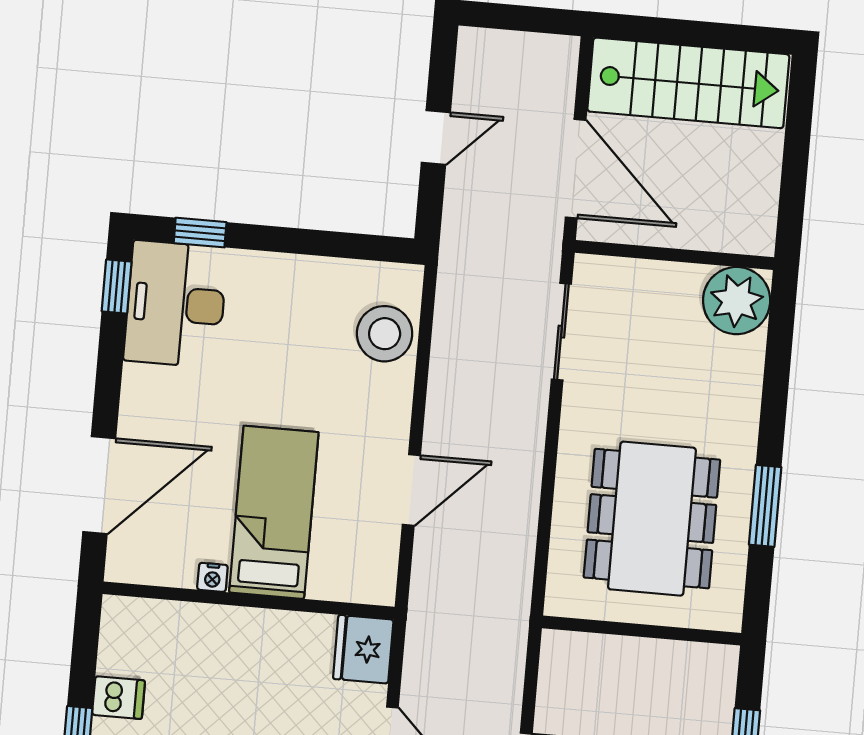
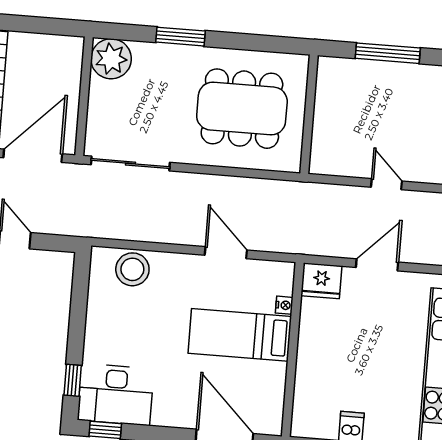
sliding door: (561, 332) -> (130, 164), width x1.37
window: (765, 506) -> (180, 37), moved
nightstand: (212, 577) -> (284, 305), moved

